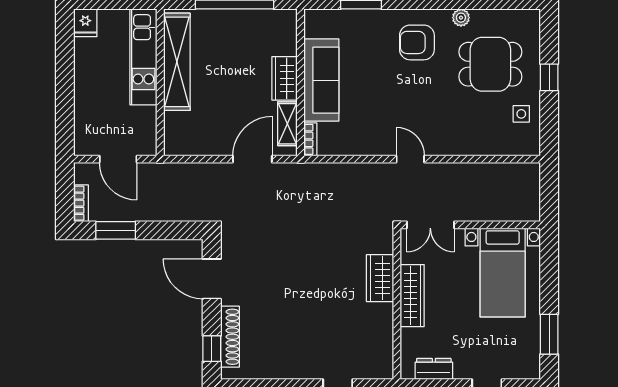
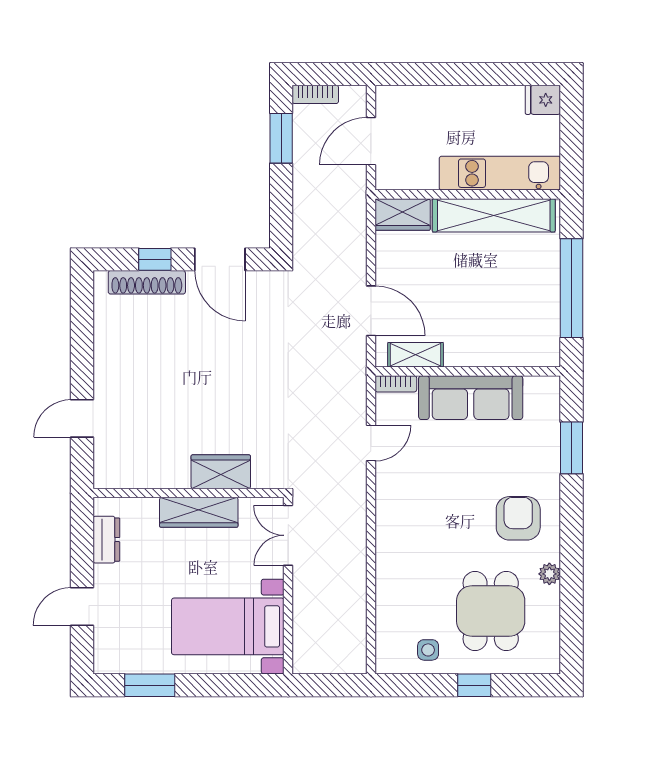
wardrobe: (285, 78) -> (403, 214), moved, turned 180
door: (410, 159) -> (371, 443), moved
door: (212, 279) -> (220, 259), swing flipped
window: (212, 349) -> (155, 259), moved

